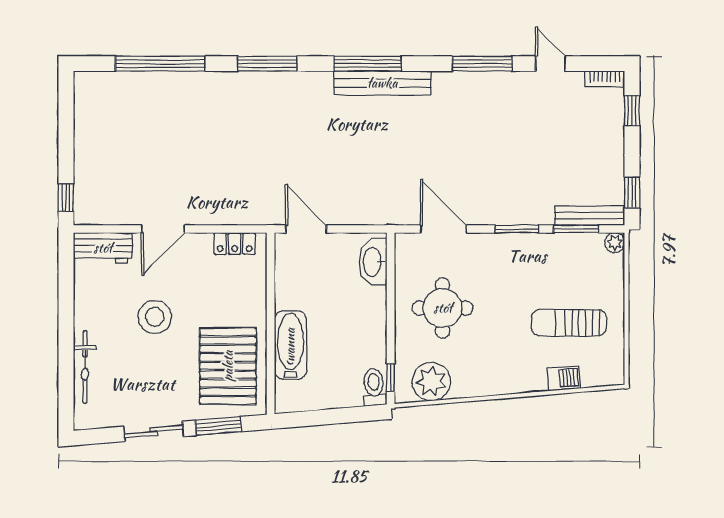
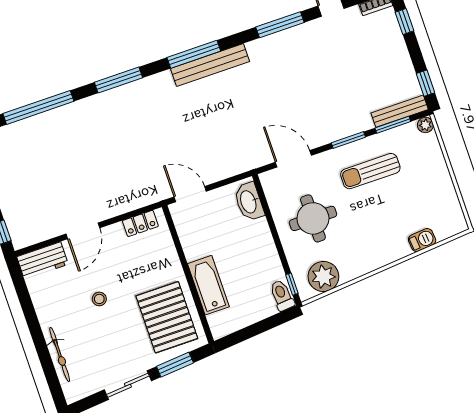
stool: (155, 317) -> (99, 299), width x0.53, depth x0.53
sun lounger: (569, 323) -> (370, 171), moved

